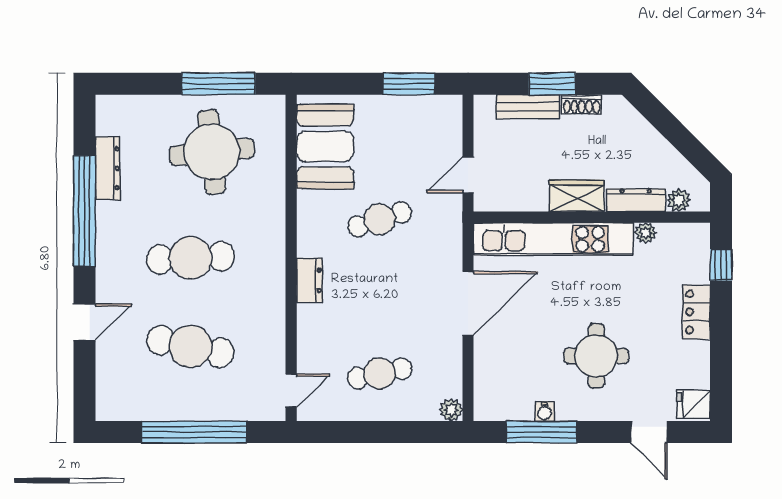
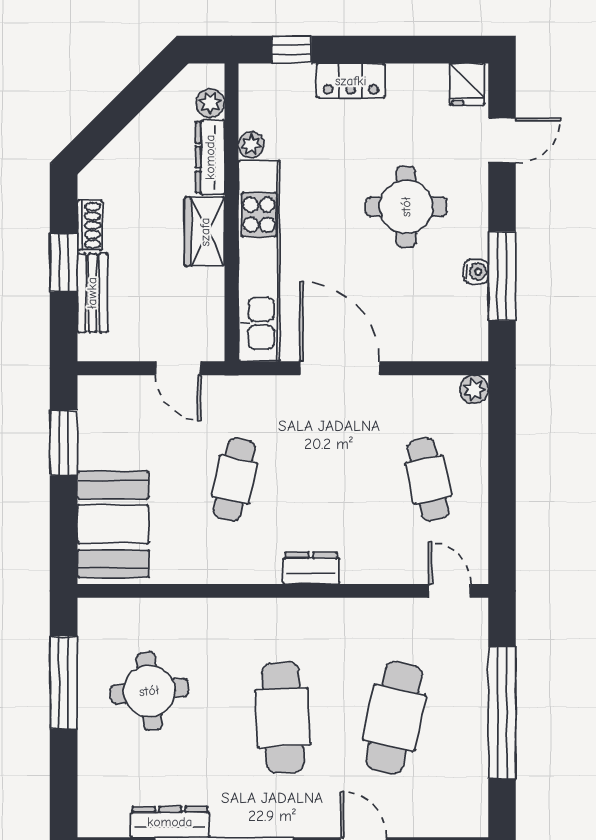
booth: (325, 146) -> (113, 524), moved, turned 90
round table: (212, 152) -> (149, 691), width x0.73, depth x0.73
cafe table: (380, 219) -> (234, 480), turned 30

